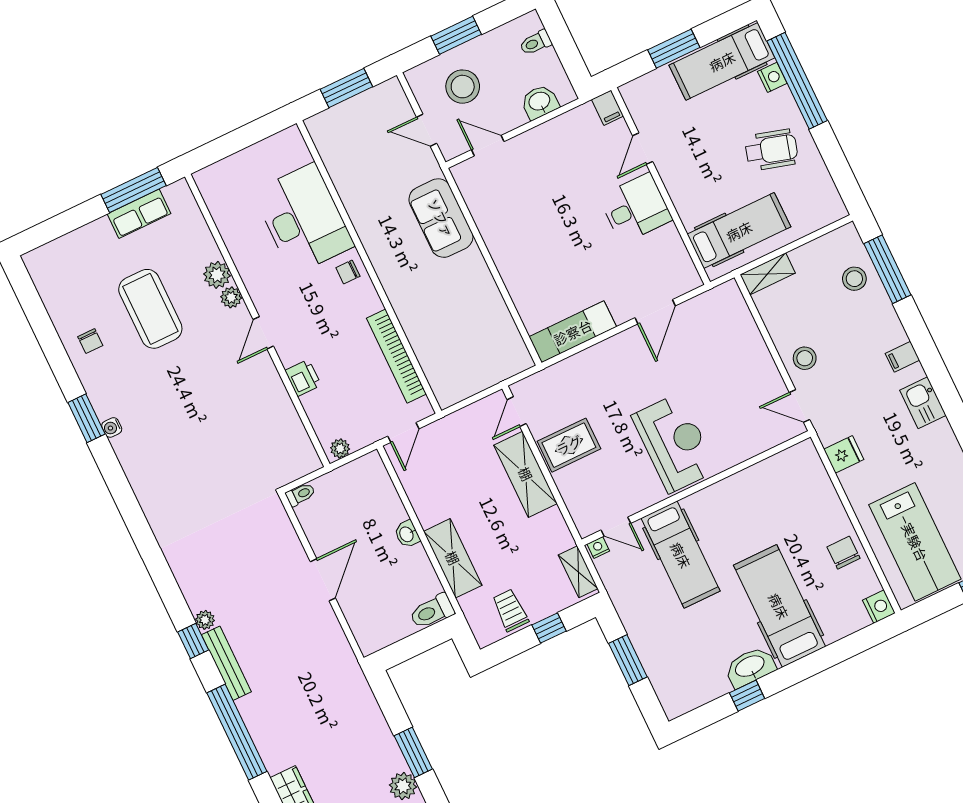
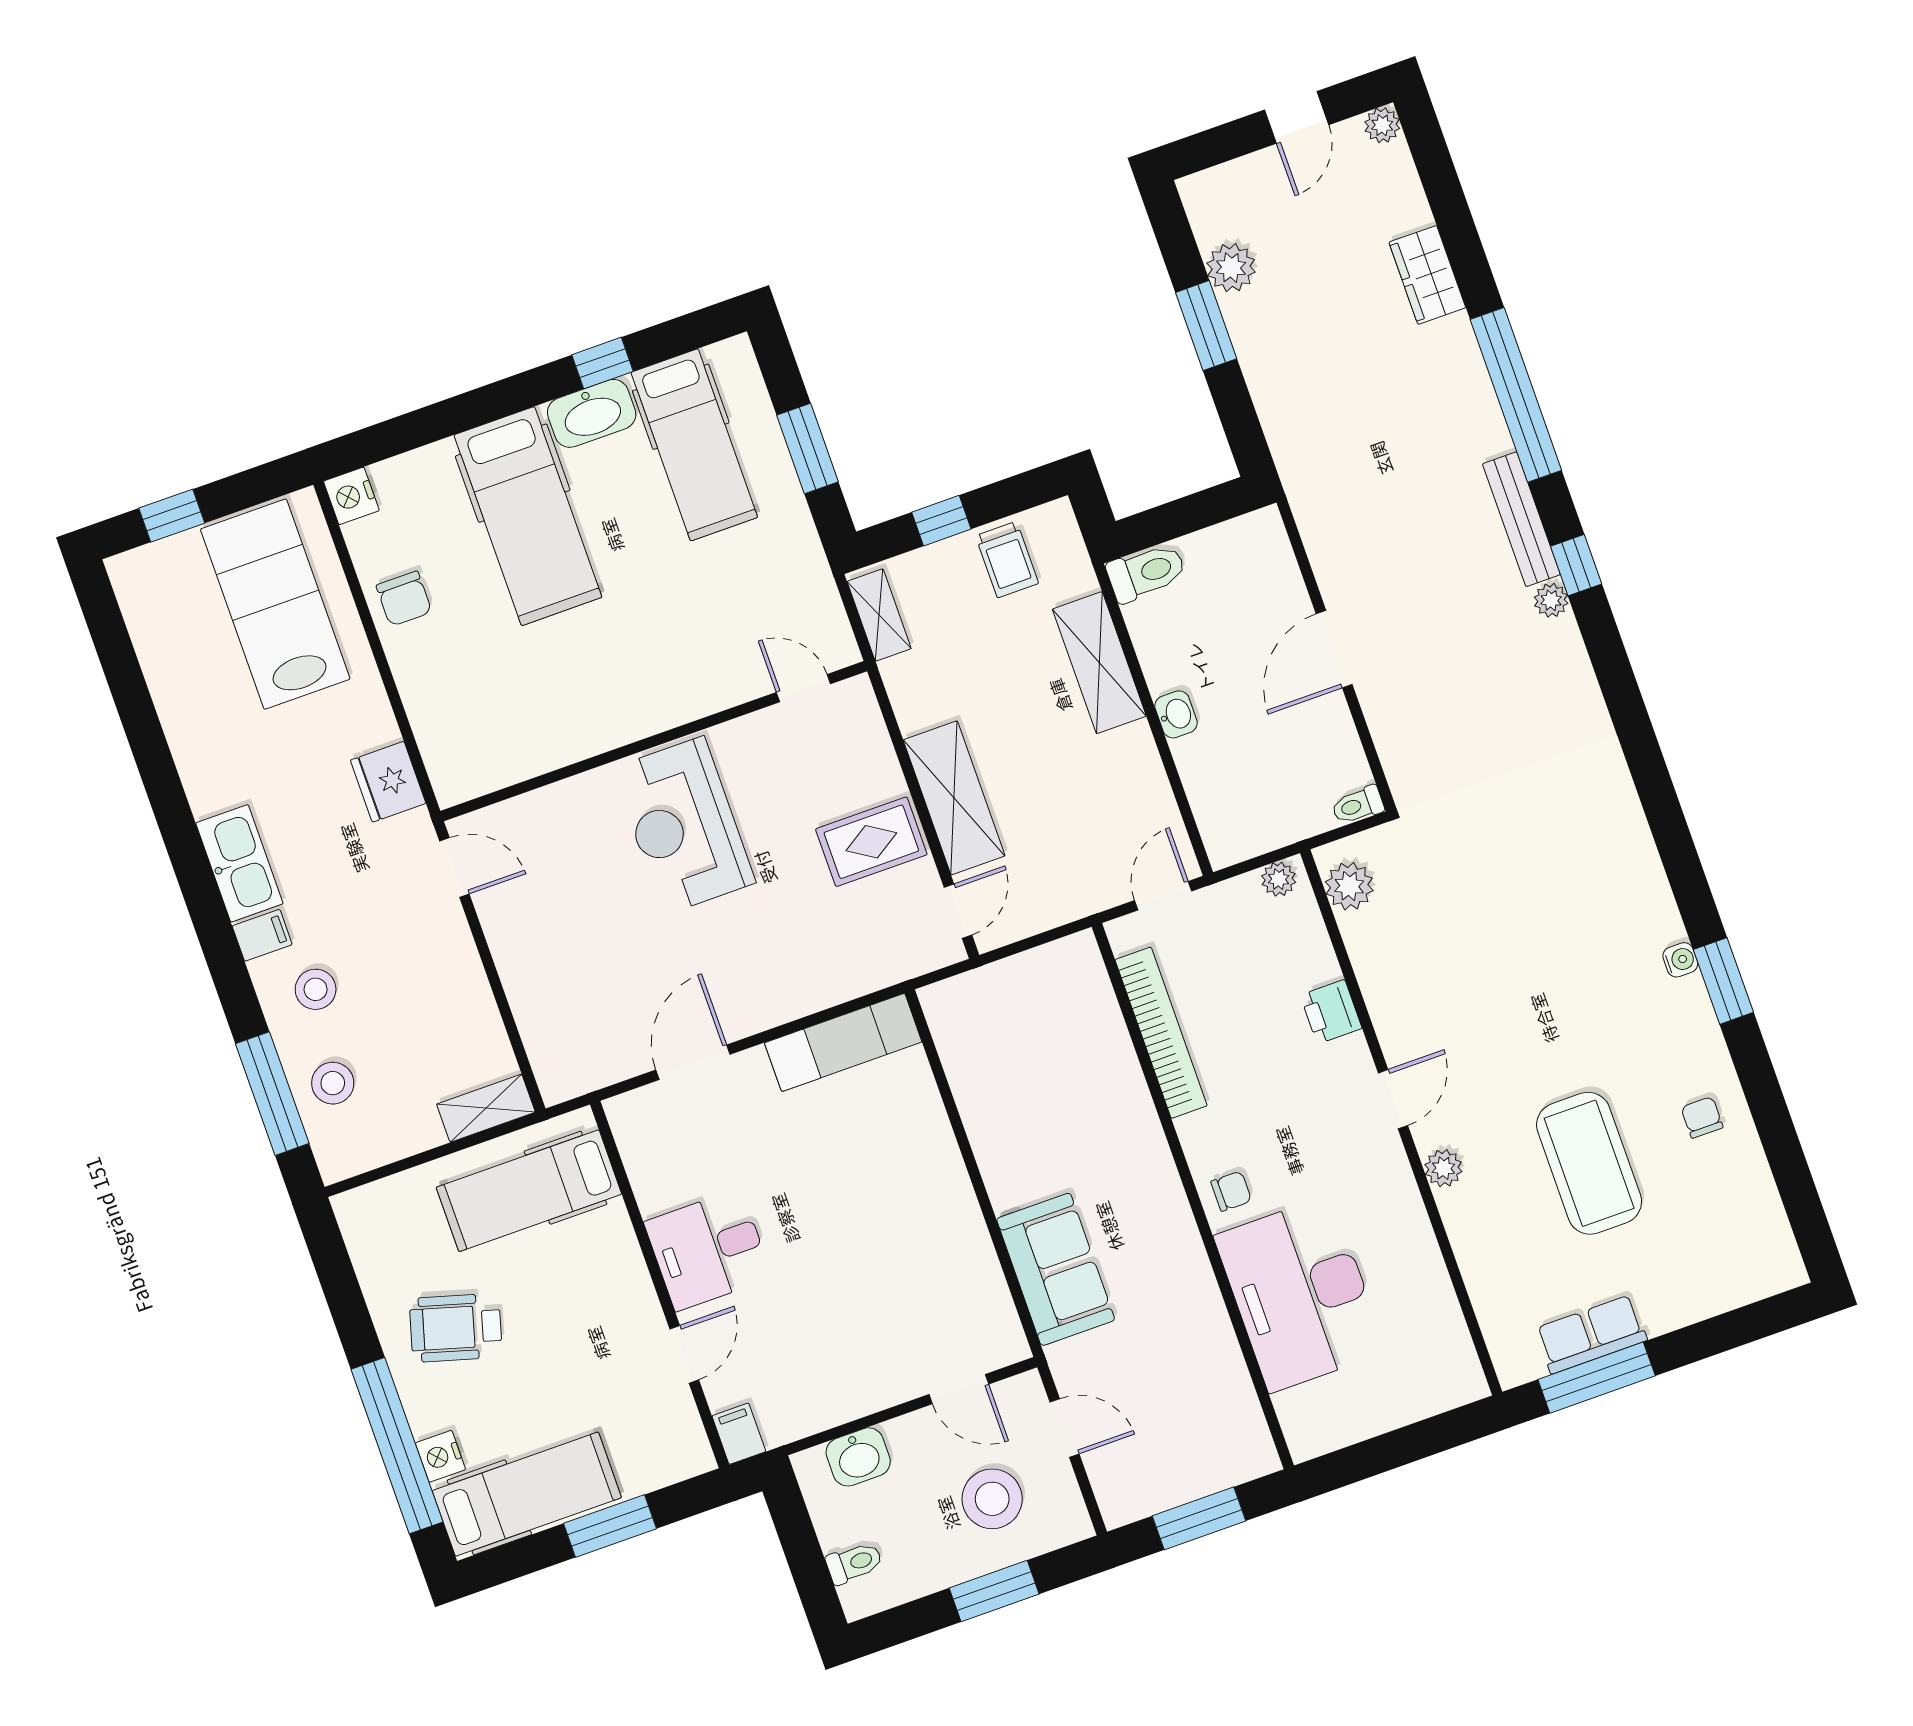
plant: (217, 275) -> (1349, 886), moved
stool: (805, 358) -> (316, 989), moved
kitchen sink: (923, 403) -> (239, 863), width x1.38
fridge: (844, 454) -> (388, 782), width x1.38
nightstand: (598, 547) -> (839, 654), removed
hospital bed: (681, 555) -> (694, 445), moved, turned 180

